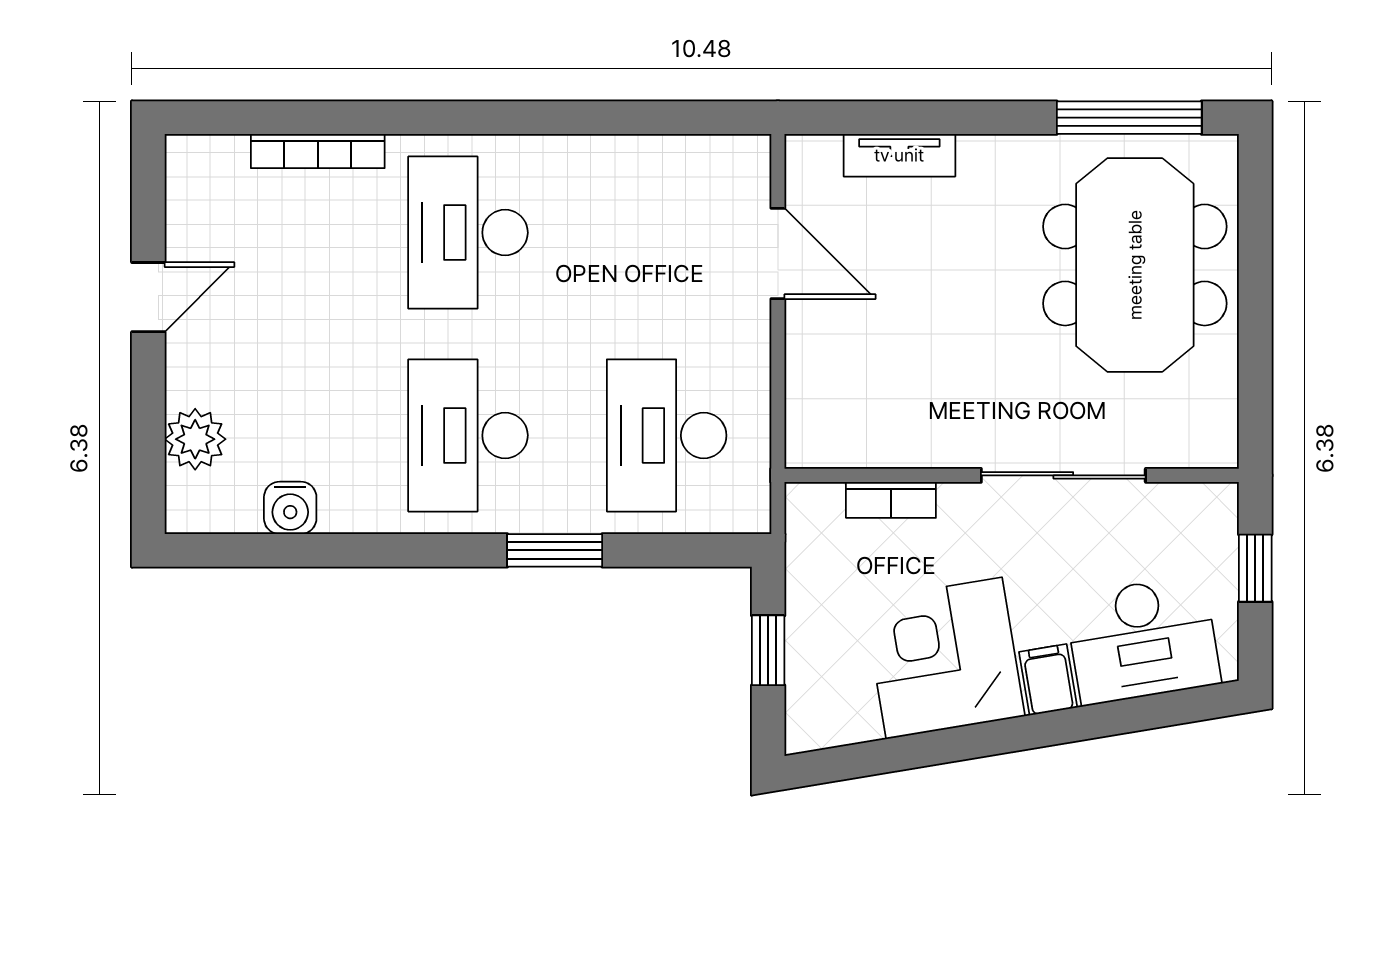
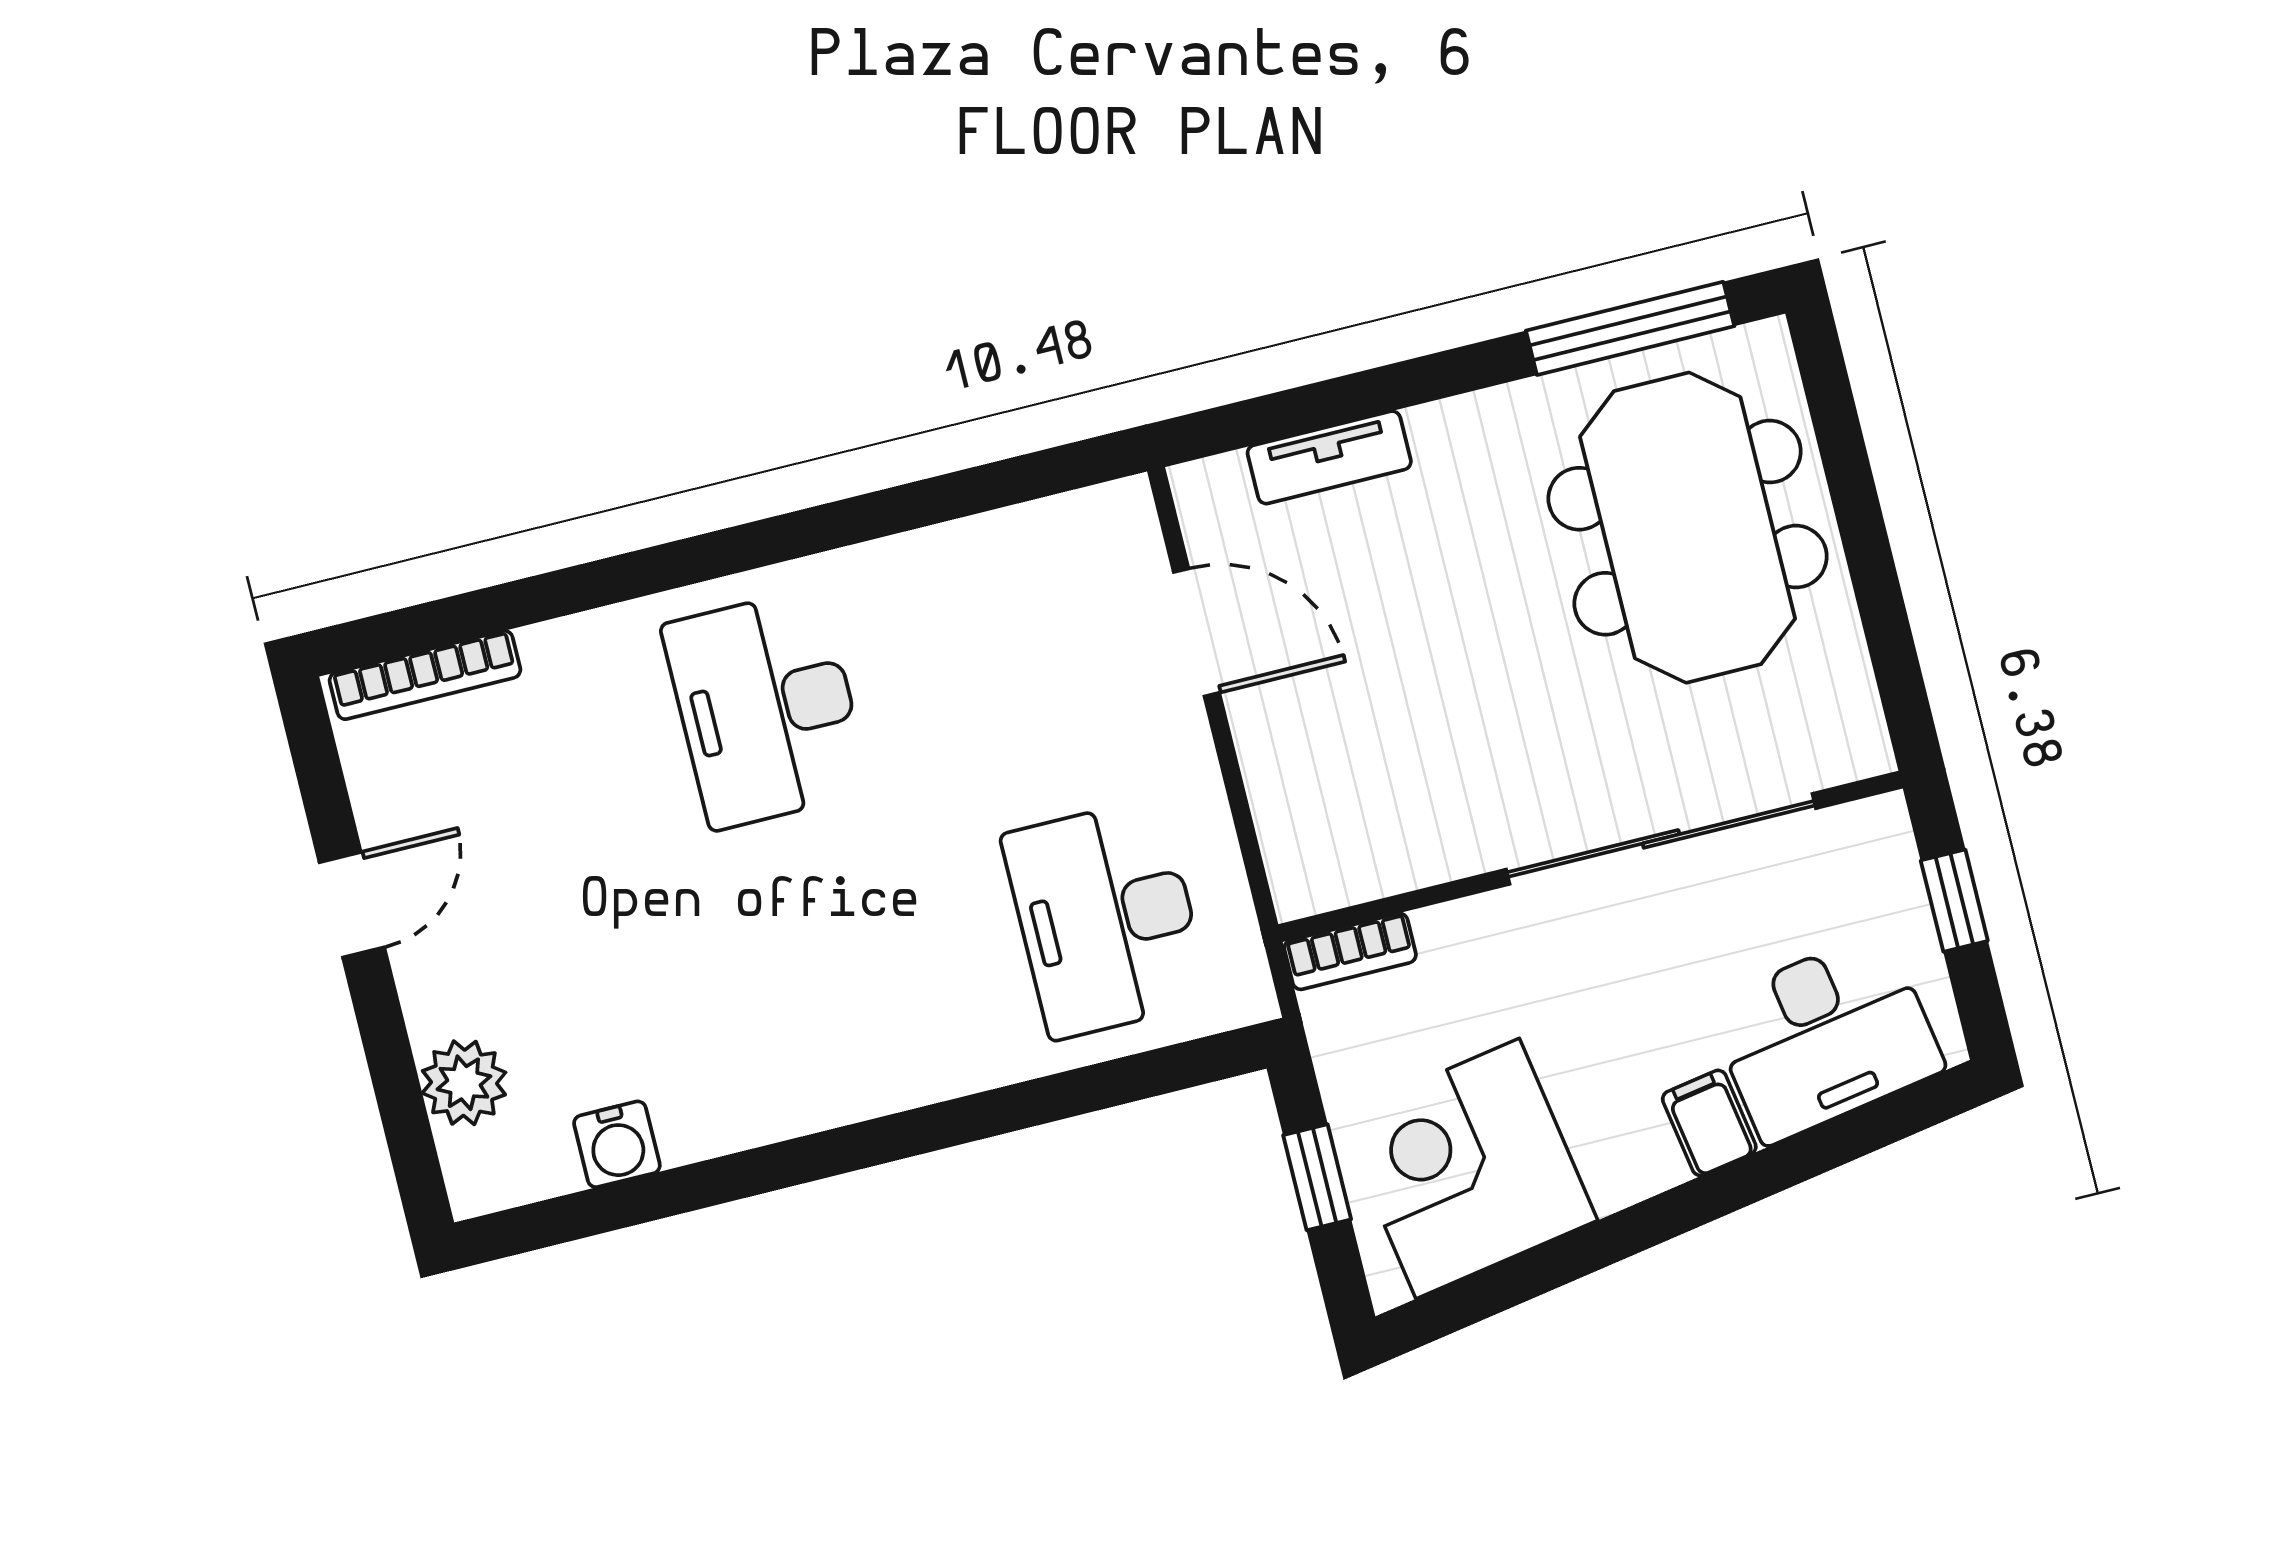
bookcase: (318, 151) -> (425, 675), moved
desk: (468, 435) -> (835, 986), removed
sliding door: (1063, 475) -> (1661, 839), width x1.36
bookcase: (891, 500) -> (1350, 951), moved
window: (555, 550) -> (992, 1113), removed
corner desk: (944, 658) -> (1468, 1169), moved

